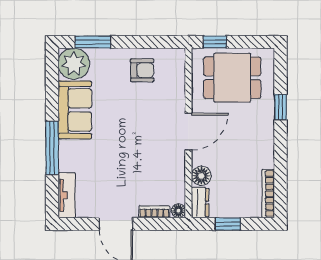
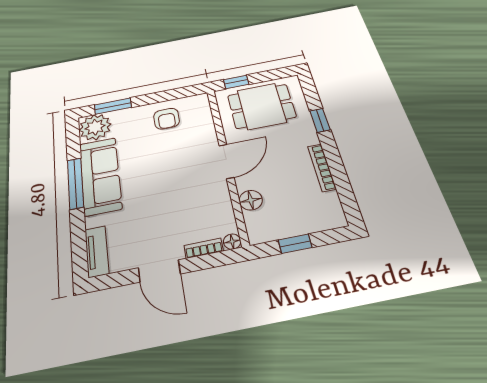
armchair: (142, 70) -> (167, 119), turned 90
sofa: (75, 110) -> (100, 176), width x1.36
window: (52, 148) -> (75, 183), moved
bookcase: (268, 194) -> (322, 167), moved
dresser: (200, 203) -> (256, 228), removed

